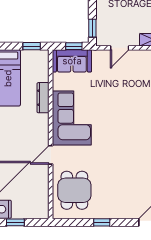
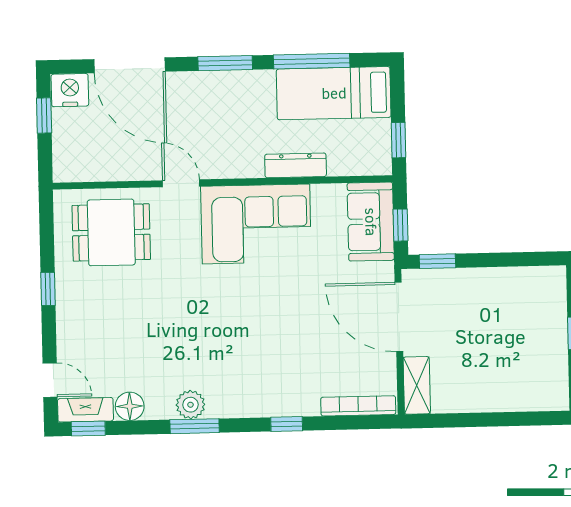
door: (120, 48) -> (399, 317), width x1.88

